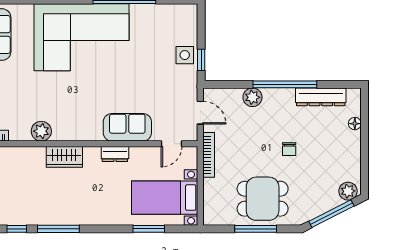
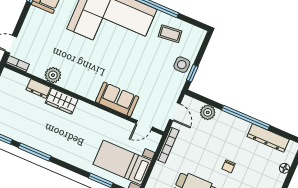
coffee table: (156, 25) -> (170, 34), added
plant: (252, 97) -> (208, 112), moved
dresser: (115, 154) -> (38, 89), moved

